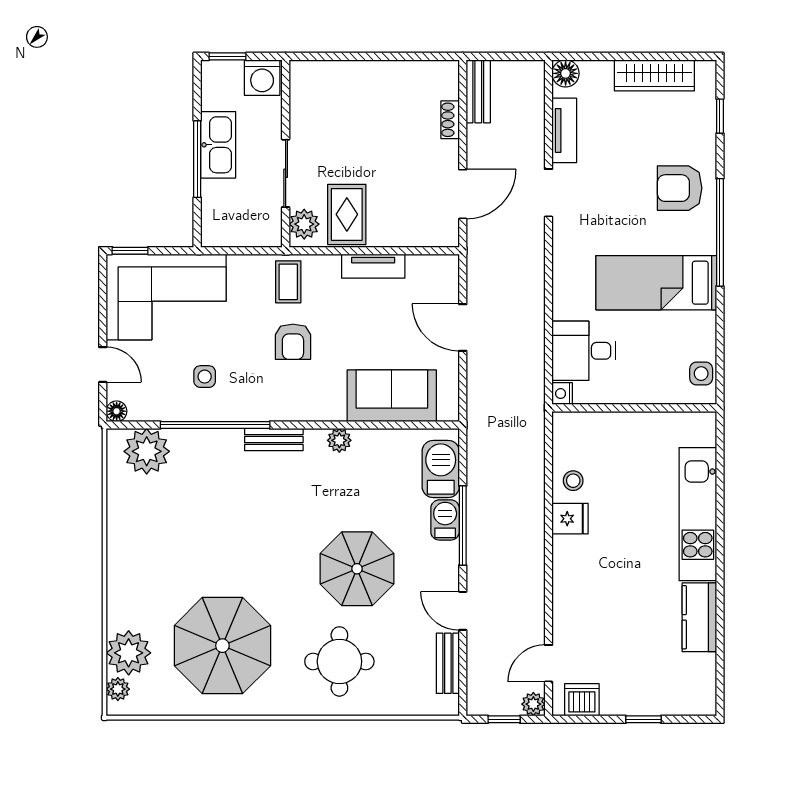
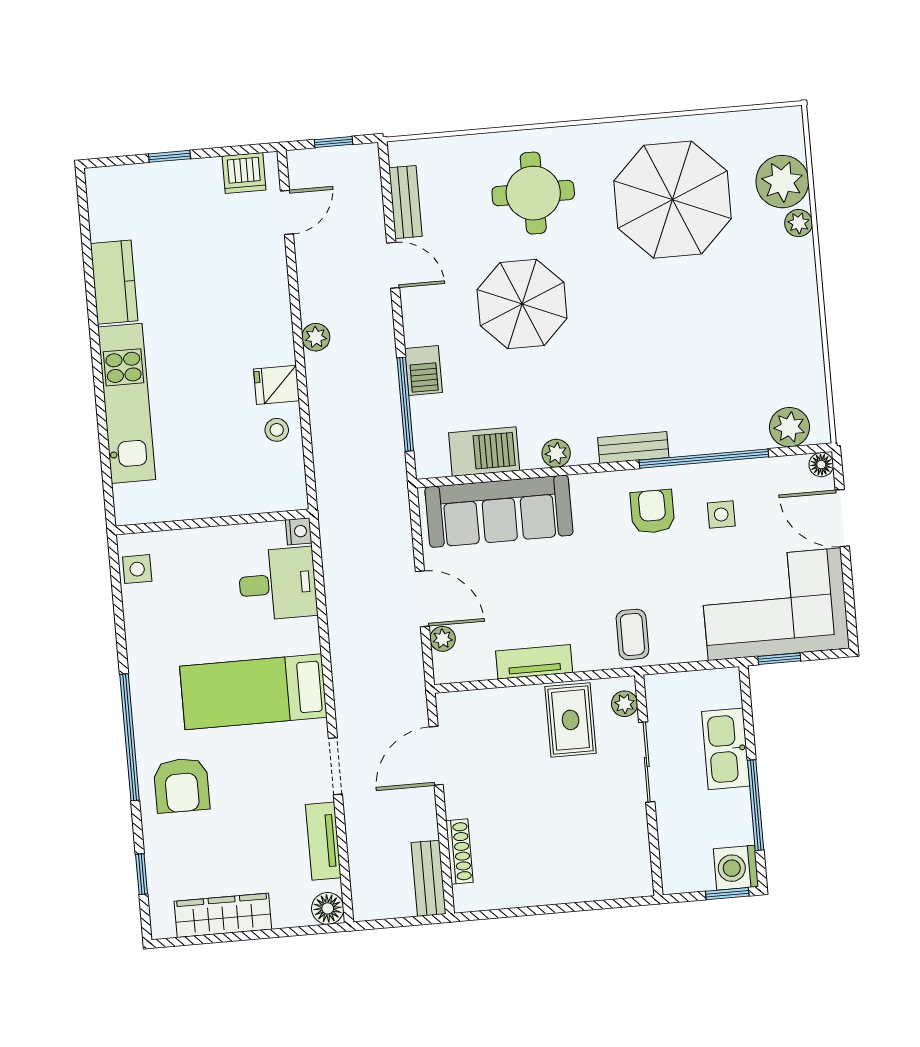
washing machine: (262, 78) -> (736, 868), moved, turned -90
shoe rack: (450, 120) -> (459, 851), width x1.43
kitchen sink: (218, 145) -> (726, 749), moved
window: (197, 159) -> (756, 805), moved
armchair: (680, 188) -> (182, 785), turned 90
plant: (304, 224) -> (625, 704), width x0.73, depth x0.73
window: (130, 251) -> (779, 659), moved
bed: (656, 283) -> (253, 692), moved, turned 180
plant: (449, 292) -> (443, 639), added
armchair: (293, 342) -> (652, 511), moved
door: (103, 365) -> (842, 518), width x1.38
sofa: (392, 396) -> (499, 511), width x1.36
plant: (147, 451) -> (789, 427), width x0.73, depth x0.73
barbecue: (441, 469) -> (484, 452), moved, turned -90
window: (463, 526) -> (405, 404), moved
plant: (118, 689) -> (799, 223), moved
plant: (533, 704) -> (316, 337), moved

